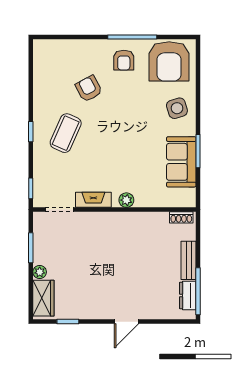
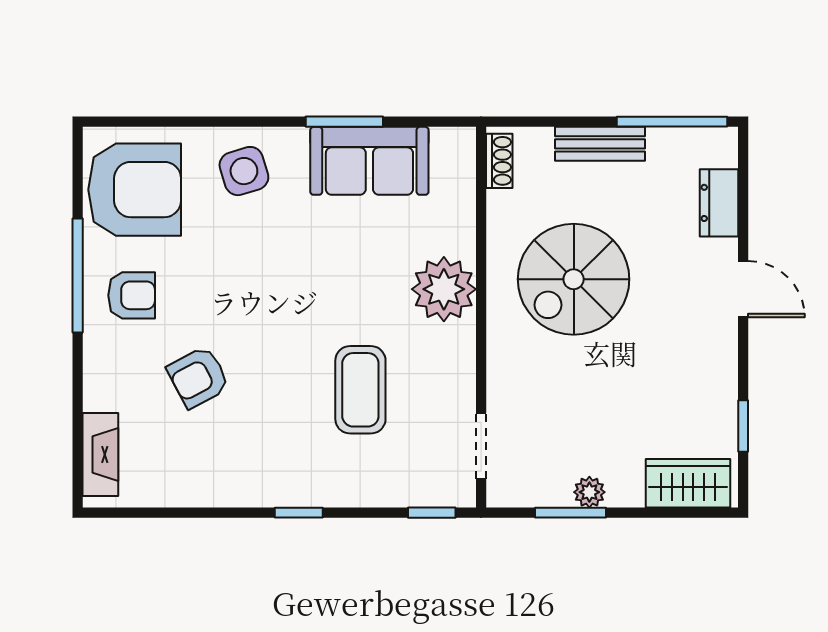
coffee table: (66, 133) -> (360, 390), moved, turned 66
fireplace: (93, 200) -> (100, 455), moved, turned 180
plant: (126, 200) -> (444, 289), width x1.88, depth x1.88
spiral stairs: (131, 249) -> (574, 279), added
plant: (40, 272) -> (589, 492), moved
dresser: (188, 295) -> (719, 203), moved, turned 90

